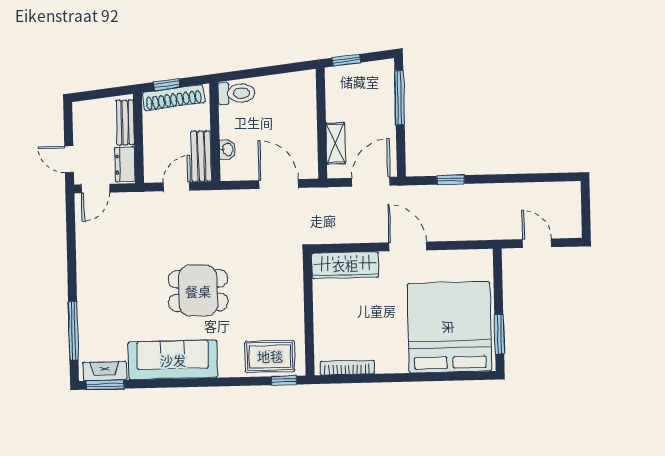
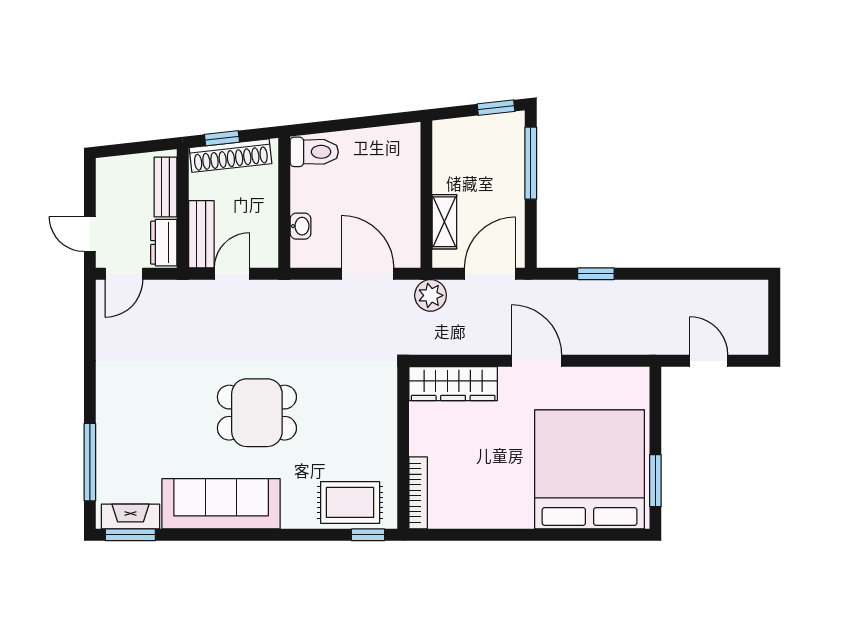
window: (346, 60) -> (496, 108), moved
bench: (201, 156) -> (201, 234), moved
plant: (327, 199) -> (431, 295), added
bookcase: (347, 368) -> (418, 493), moved, turned 90

